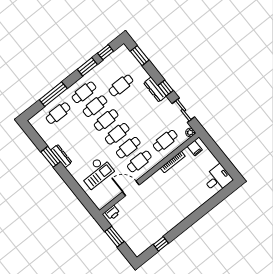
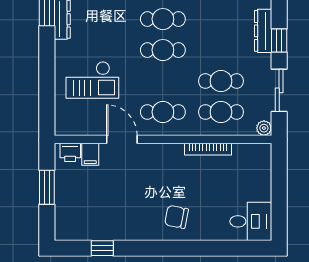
cafe table: (128, 148) -> (221, 81), moved
filing cabinet: (195, 148) -> (90, 154), moved
chair: (183, 203) -> (177, 217), added

